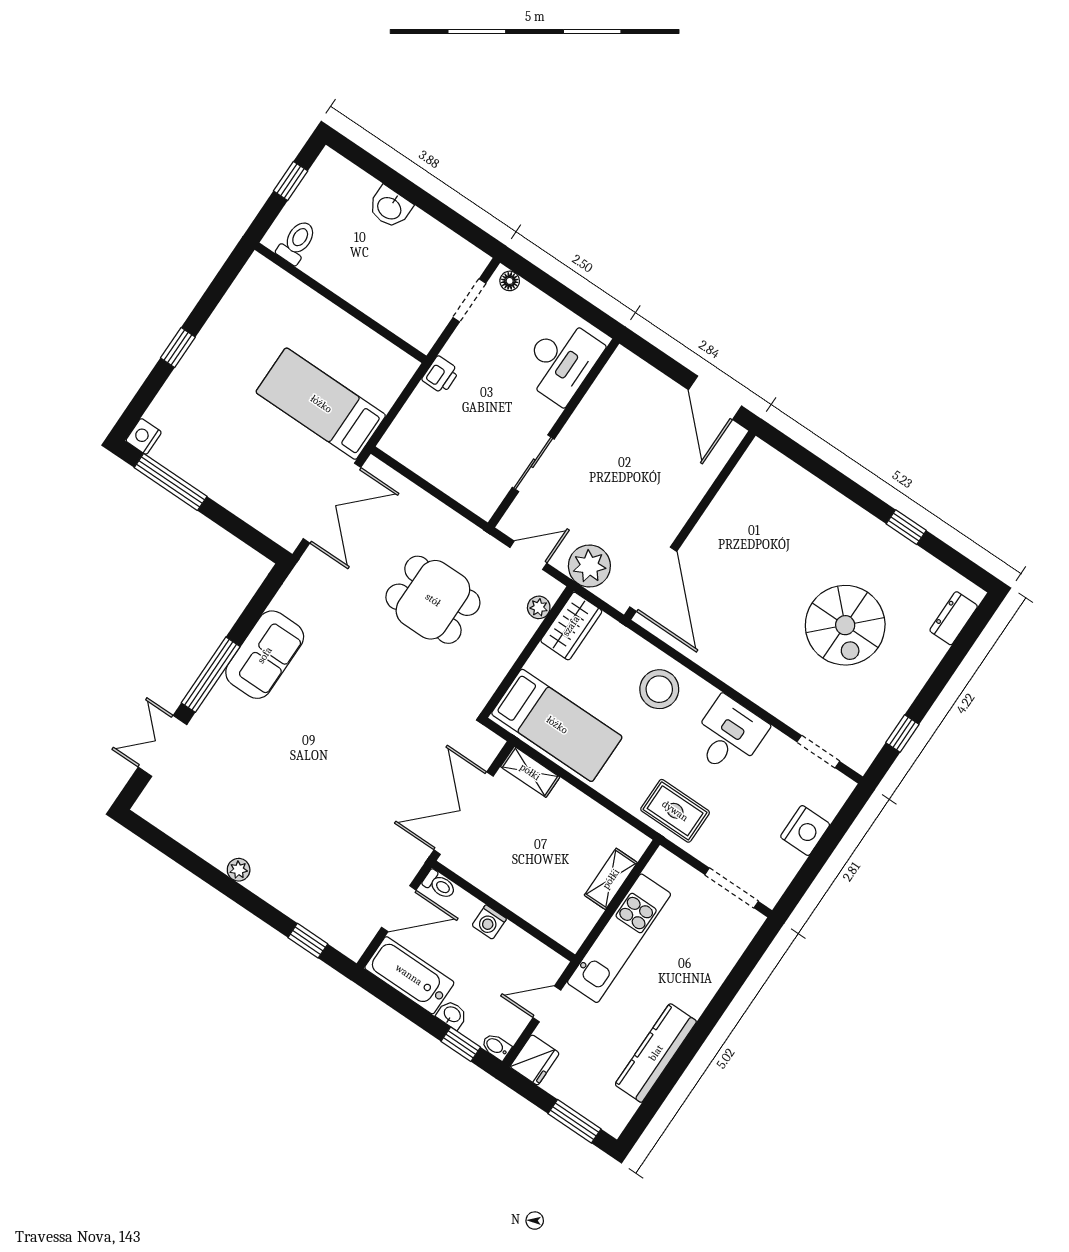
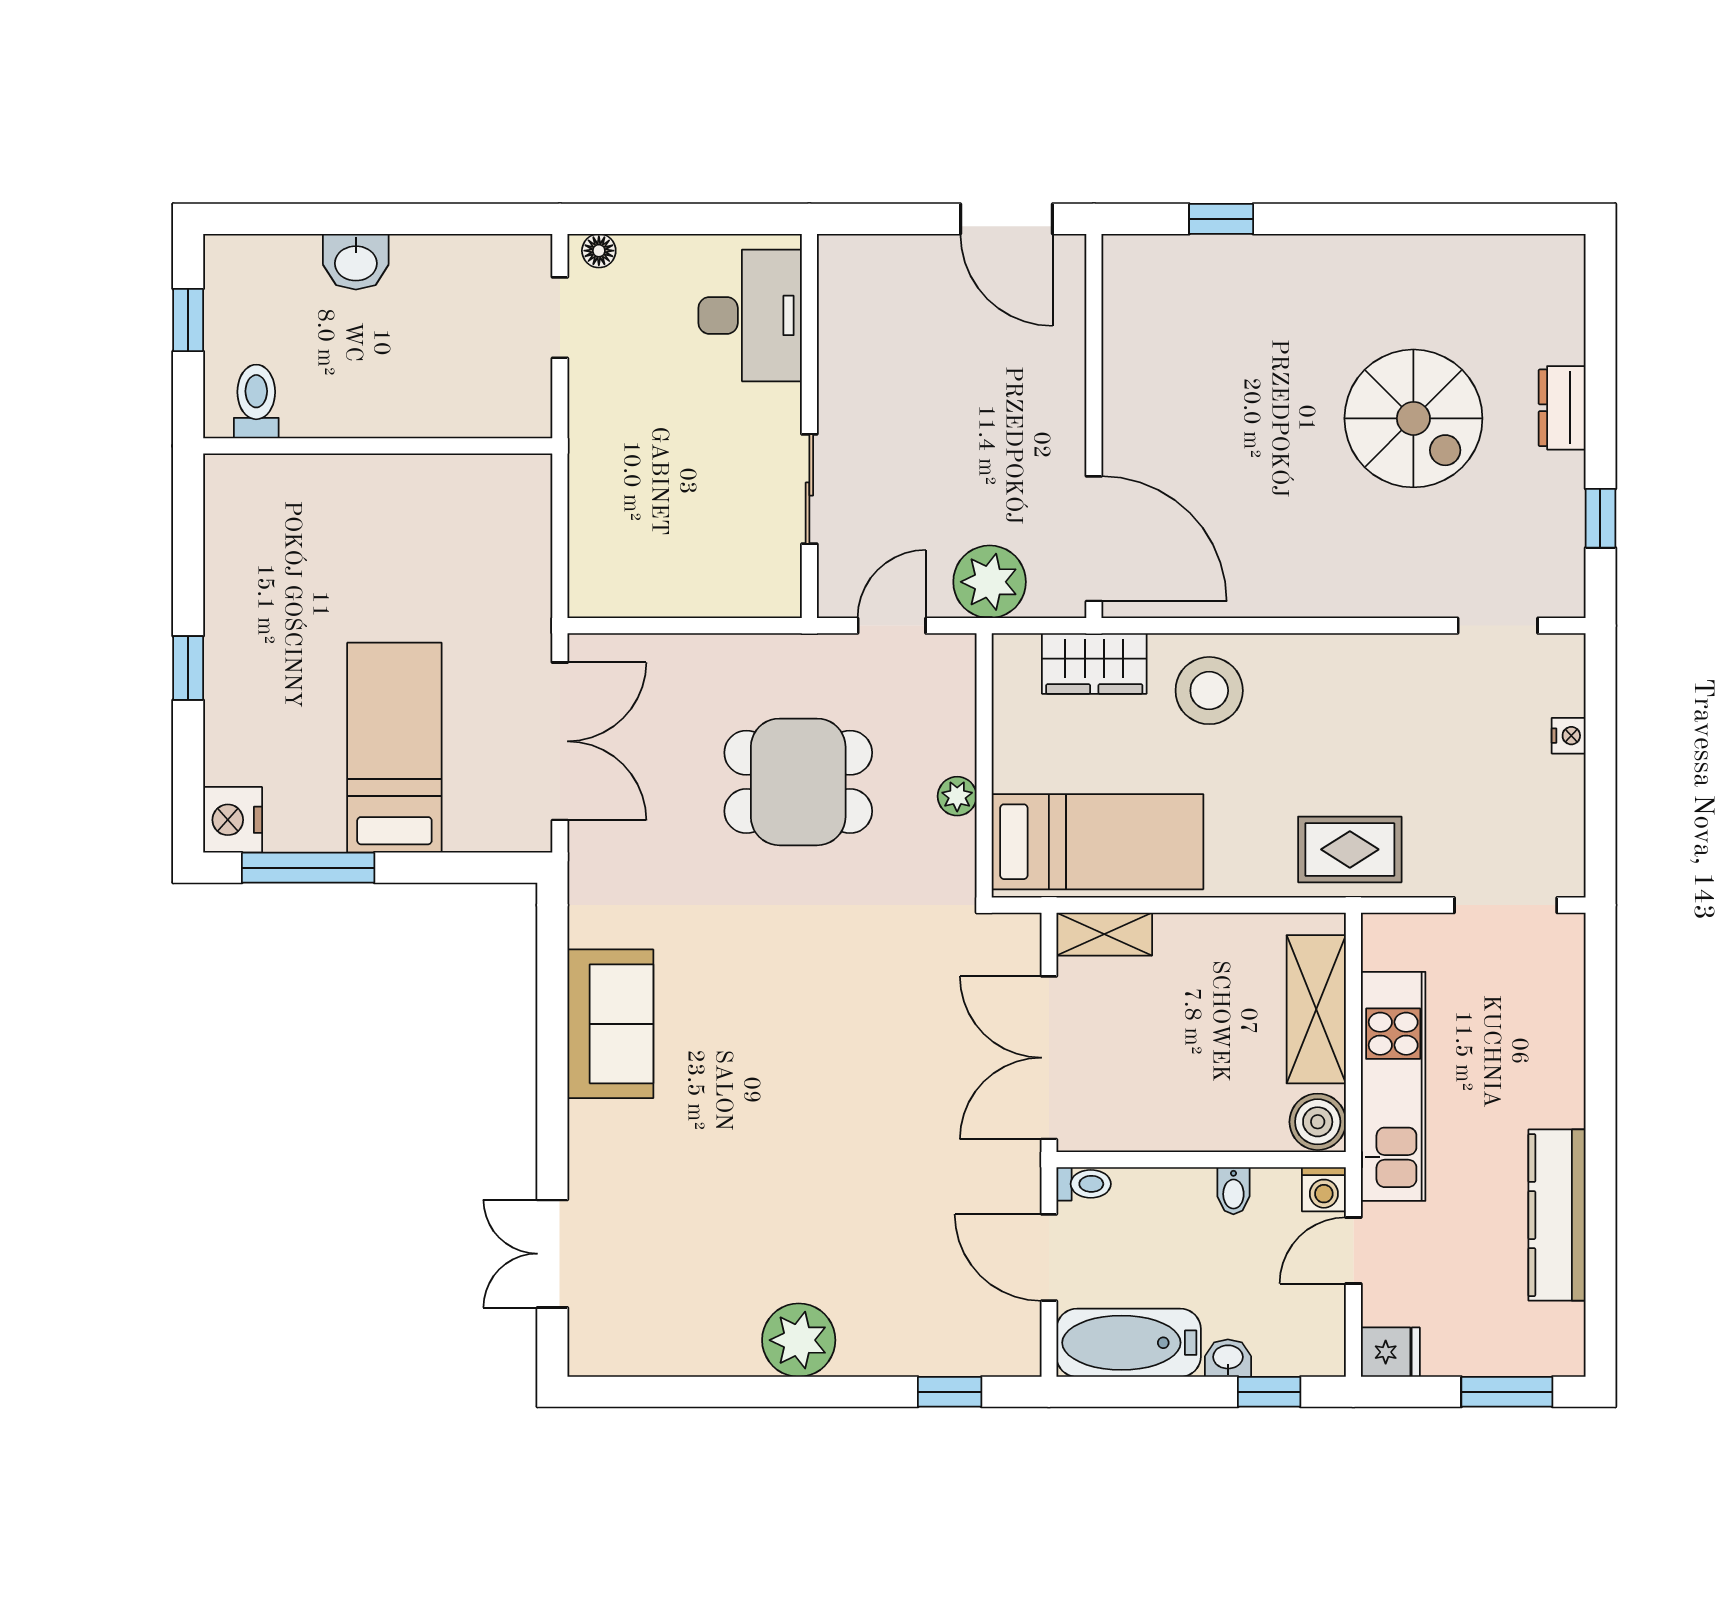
printer: (441, 375) -> (591, 452), removed
bed: (321, 404) -> (394, 748), moved, turned 90
nightstand: (144, 436) -> (233, 820), width x1.36, depth x1.33
window: (906, 527) -> (1221, 219), moved
plant: (539, 607) -> (957, 796), moved
dresser: (954, 618) -> (1562, 408), moved
wardrobe: (571, 626) -> (1094, 663), moved, turned 90
window: (211, 675) -> (552, 1105), removed
desk: (729, 735) -> (1354, 689), removed
nightstand: (805, 831) -> (1569, 736), width x0.53, depth x0.56
plant: (239, 870) -> (799, 1340), width x1.88, depth x1.88
shelving: (611, 879) -> (1316, 1009), width x1.50, depth x1.33
door: (399, 909) -> (1049, 1258), swing flipped
washing machine: (489, 922) -> (1324, 1189), moved
boiler: (571, 931) -> (1318, 1122), added
bidet: (496, 1047) -> (1233, 1191), moved, turned -90
fridge: (535, 1060) -> (1390, 1352), width x0.72

